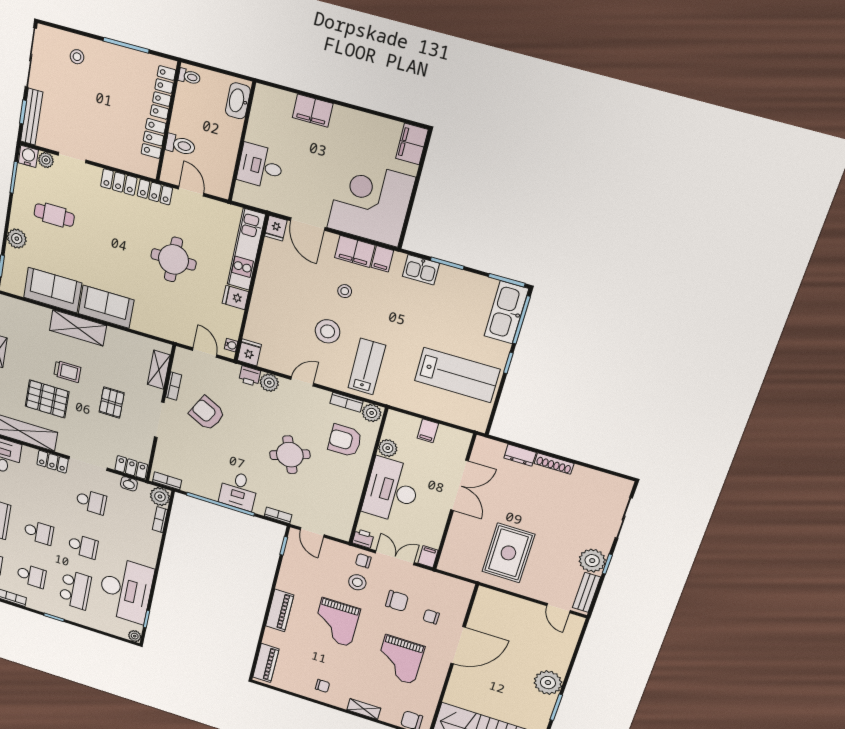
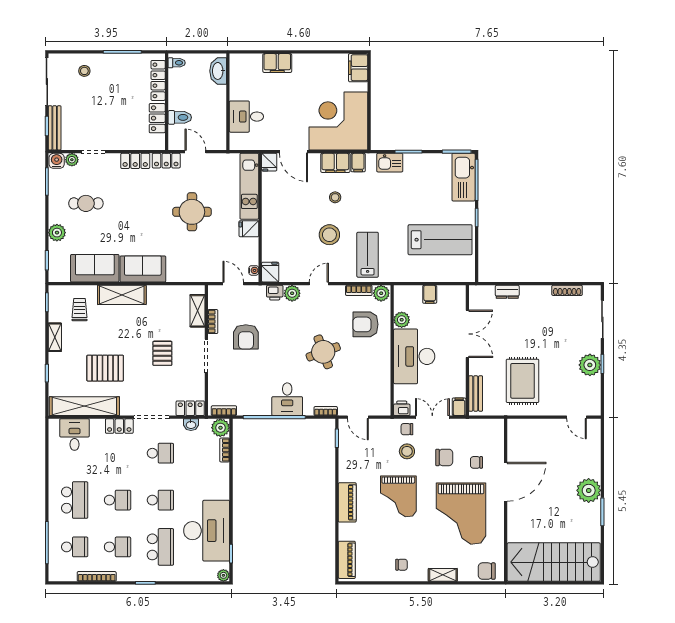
trolley: (67, 372) -> (80, 310), moved, turned -90
armchair: (207, 413) -> (246, 337), turned -117
shoe rack: (554, 464) -> (567, 290), moved
bench: (586, 592) -> (476, 393), moved
grand piano: (400, 660) -> (461, 514), width x1.37, depth x1.48

